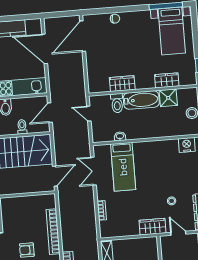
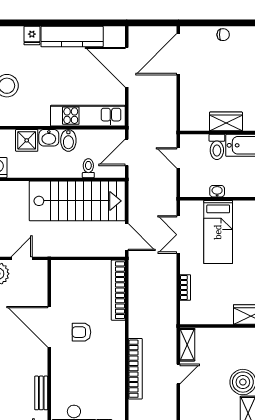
door: (55, 176) -> (127, 237), hinge flipped
bookcase: (53, 232) -> (118, 290), moved

